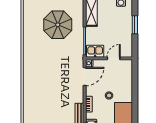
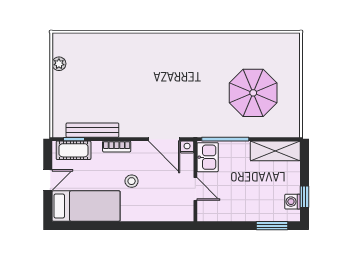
window: (135, 25) -> (272, 226), moved

